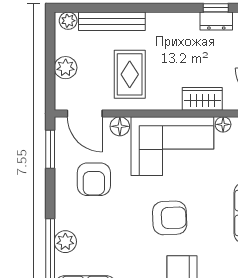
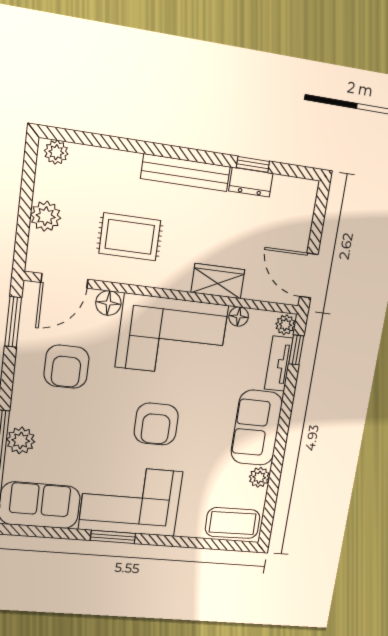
bench: (112, 21) -> (186, 173), moved
rug: (130, 74) -> (130, 237), turned 90
door: (85, 114) -> (64, 281), hinge flipped
armchair: (170, 218) -> (156, 424), turned 92

